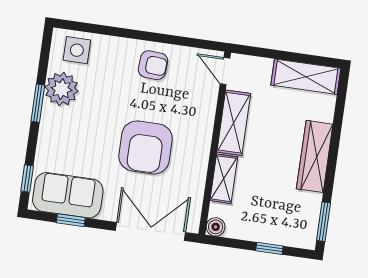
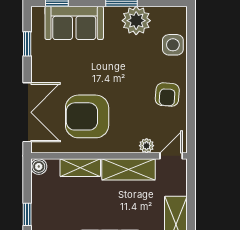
side table: (77, 50) -> (173, 45), moved
plant: (209, 98) -> (147, 146), added
armchair: (145, 147) -> (87, 116), moved
sofa: (68, 195) -> (74, 23), moved, turned 90

